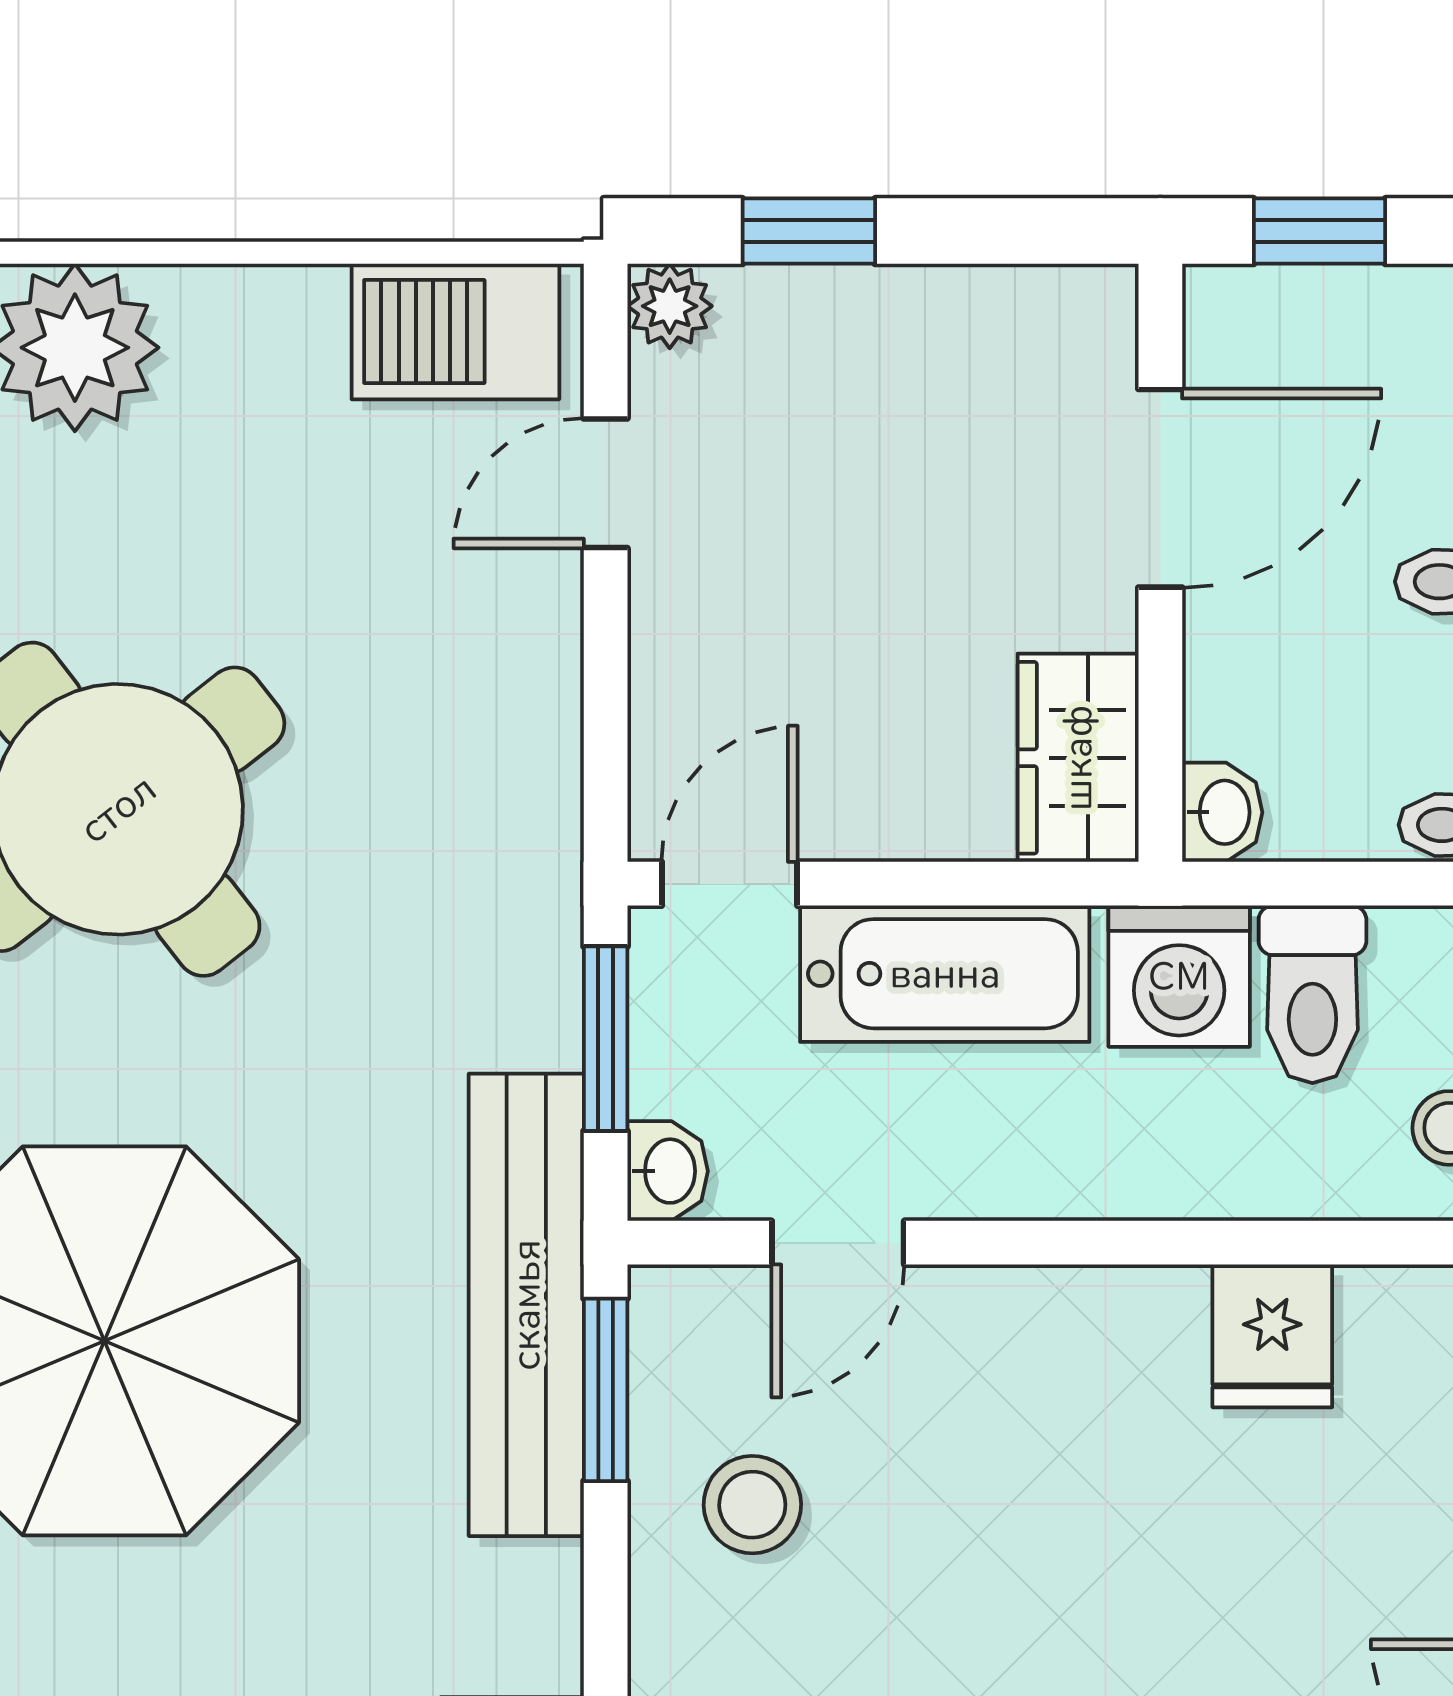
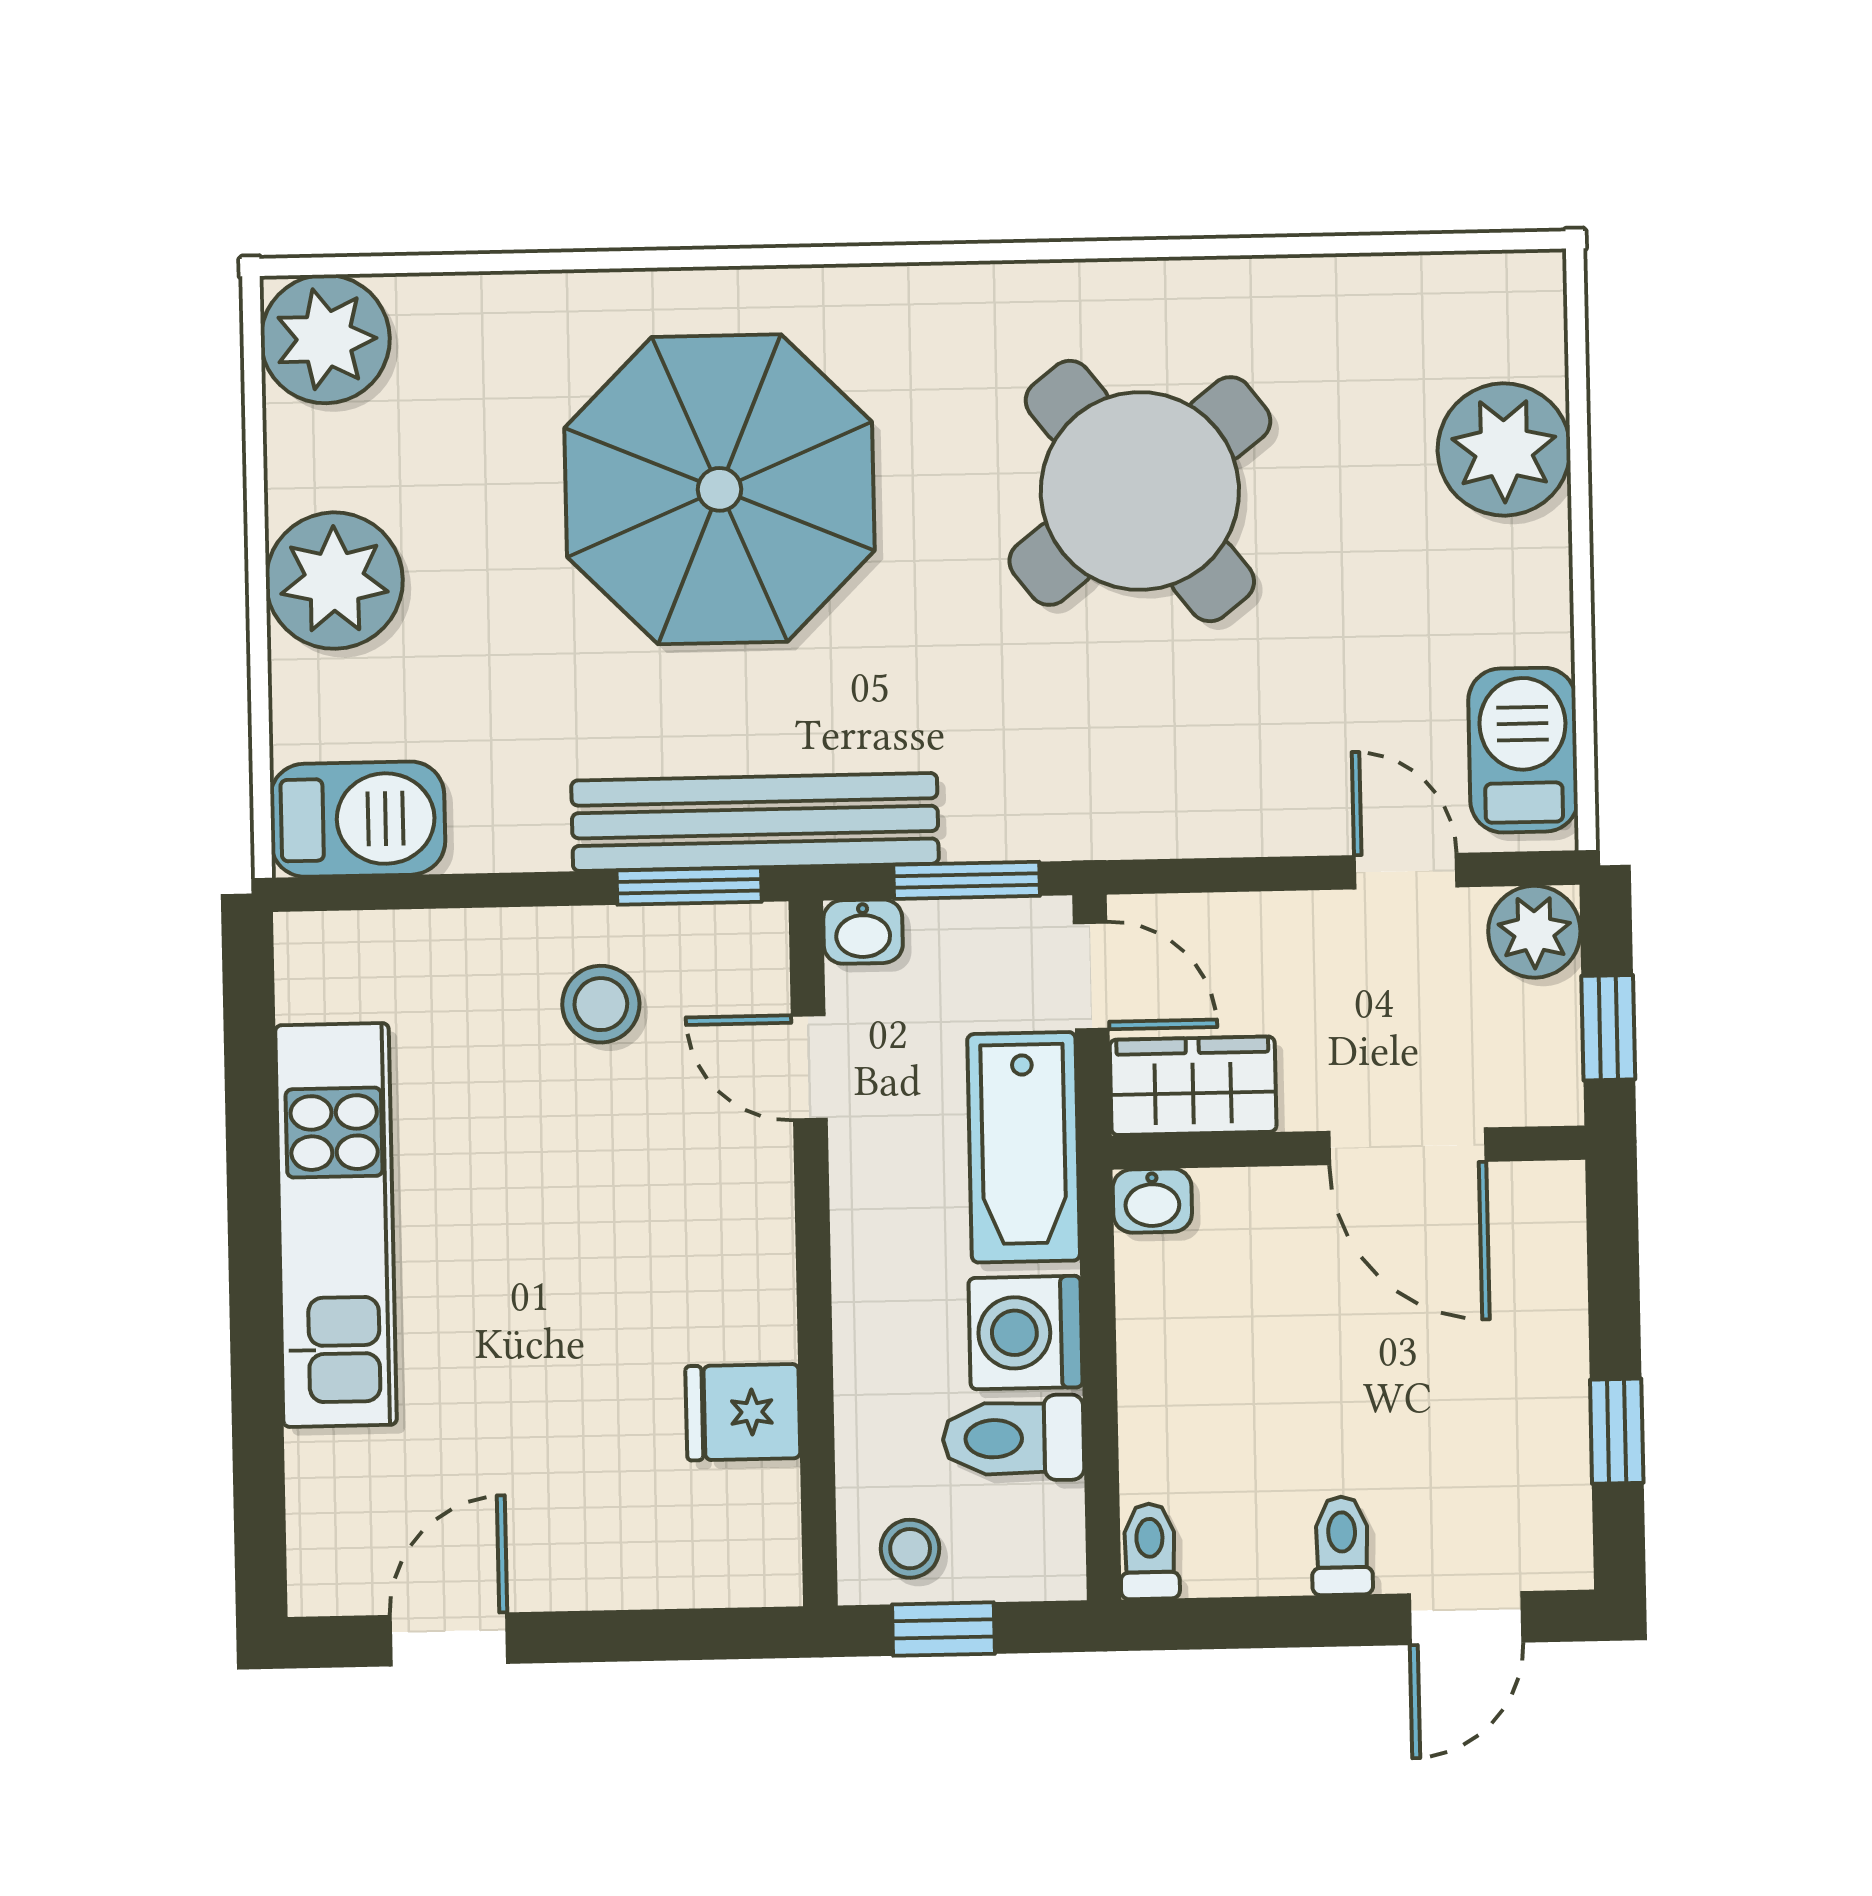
plant: (670, 306) -> (1534, 932), width x1.38, depth x1.38
door: (1160, 488) -> (1407, 1146), moved
wall: (1160, 563) -> (1348, 1148), moved
wardrobe: (1078, 758) -> (1193, 1086), moved
washbasin: (1222, 812) -> (1152, 1201), moved

